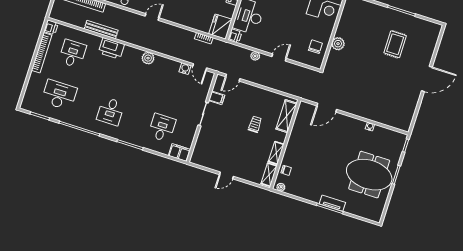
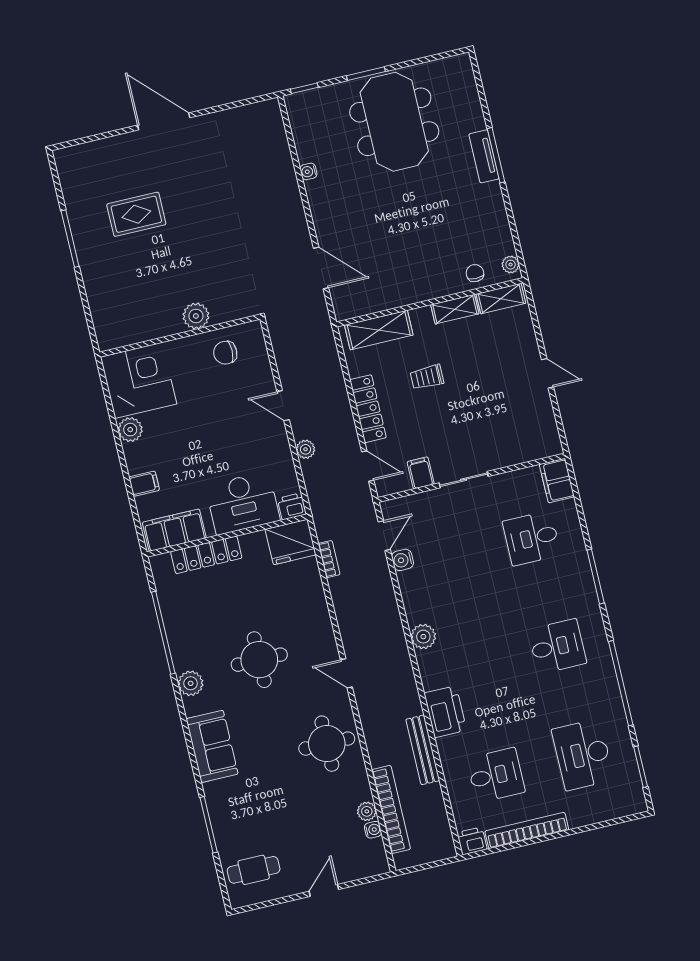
desk: (72, 54) -> (496, 775), turned 180
locker: (257, 92) -> (368, 409), added

